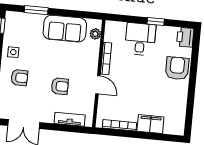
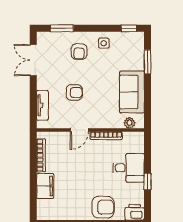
armchair: (60, 86) -> (74, 92), turned -90

